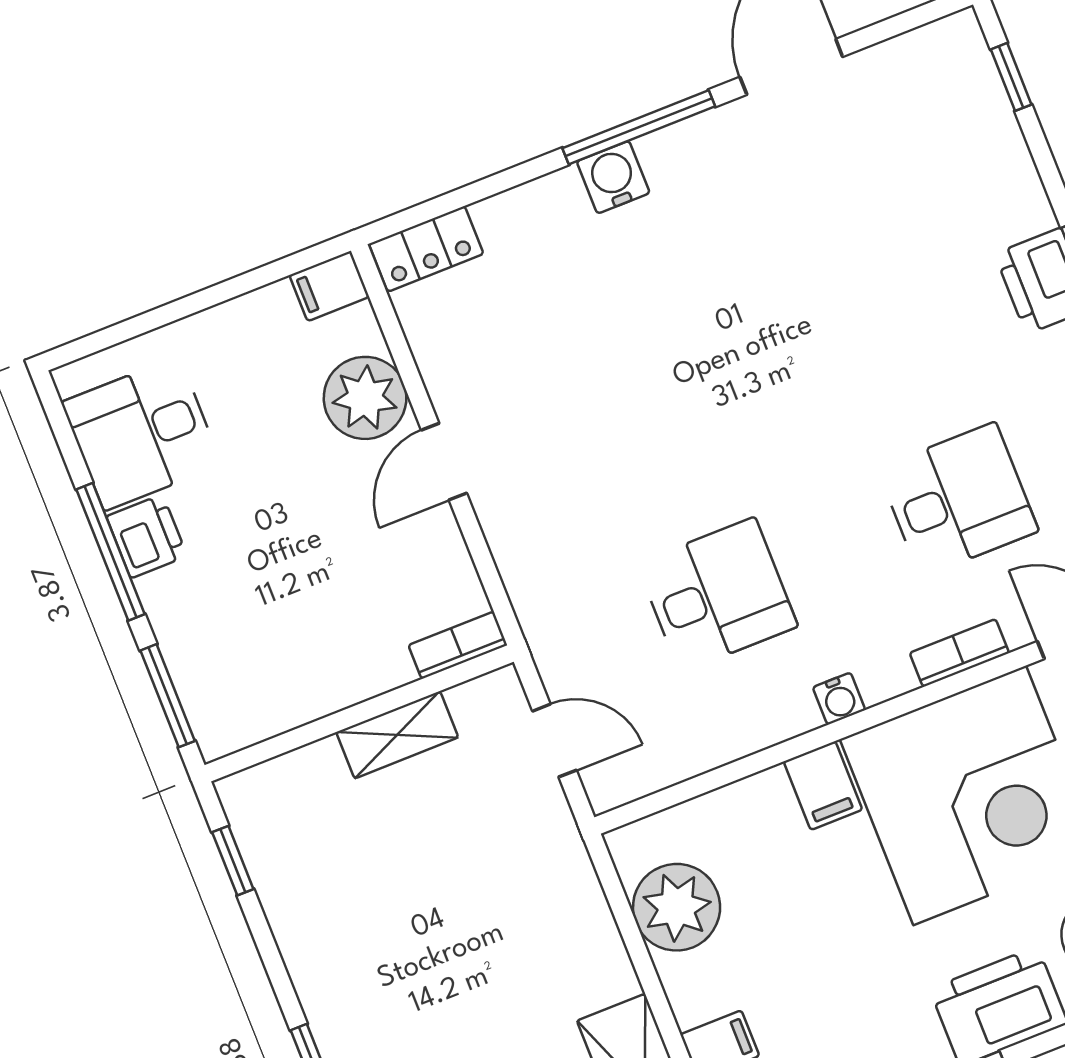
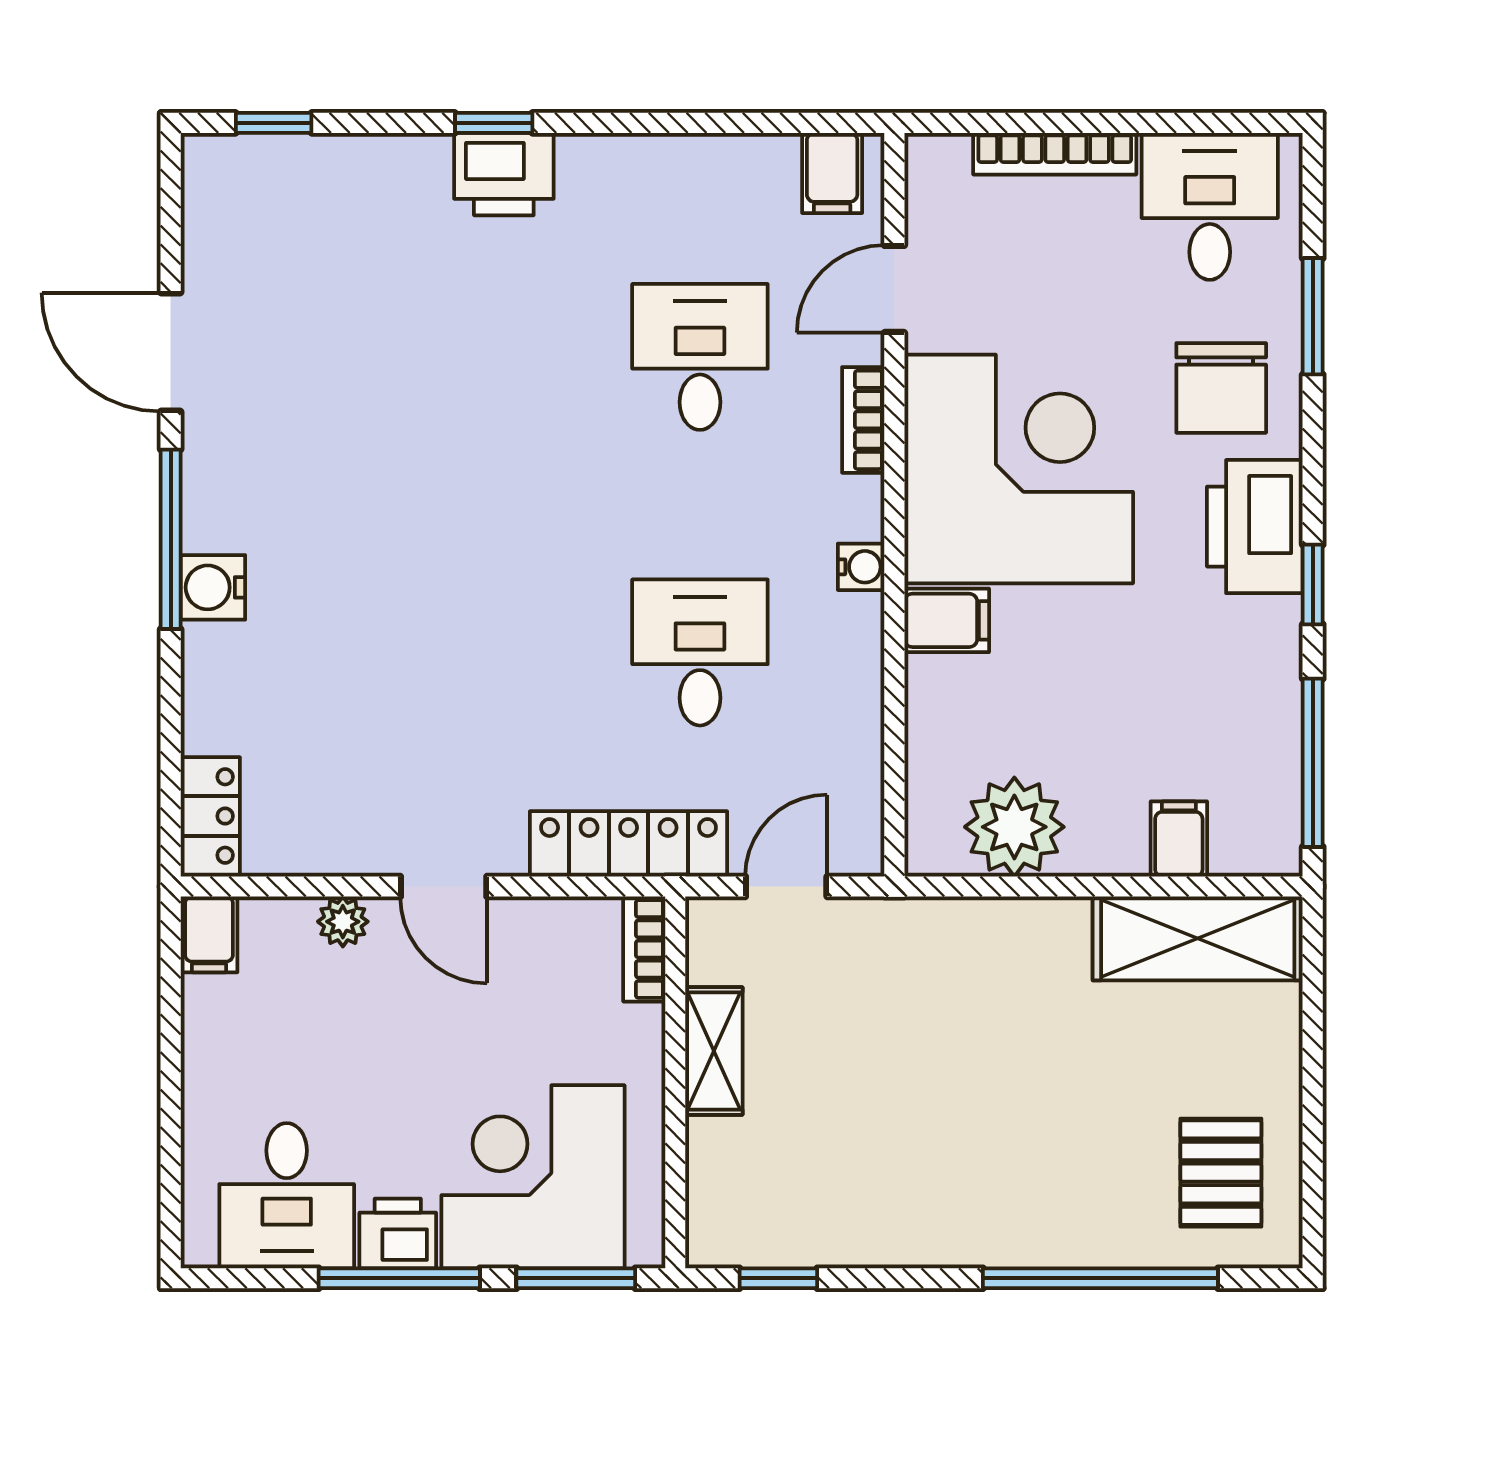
plant: (365, 398) -> (343, 922), width x0.53, depth x0.53
locker: (538, 598) -> (629, 844), added
corner desk: (236, 628) -> (533, 1177), added

